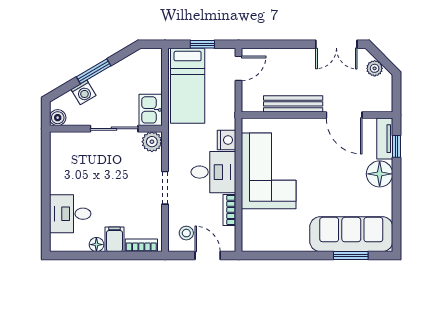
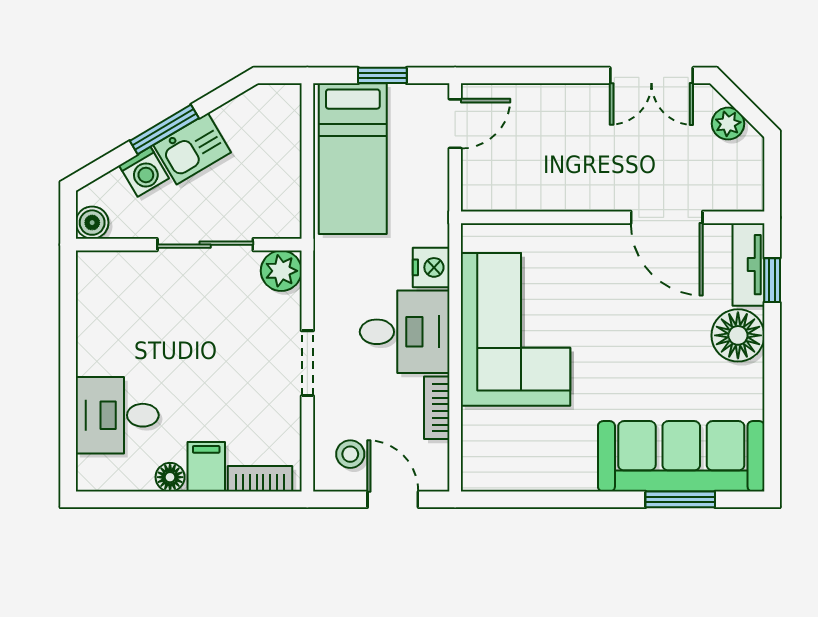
bench: (293, 104) -> (565, 195), removed
kitchen sink: (151, 110) -> (192, 149), moved, turned -121

